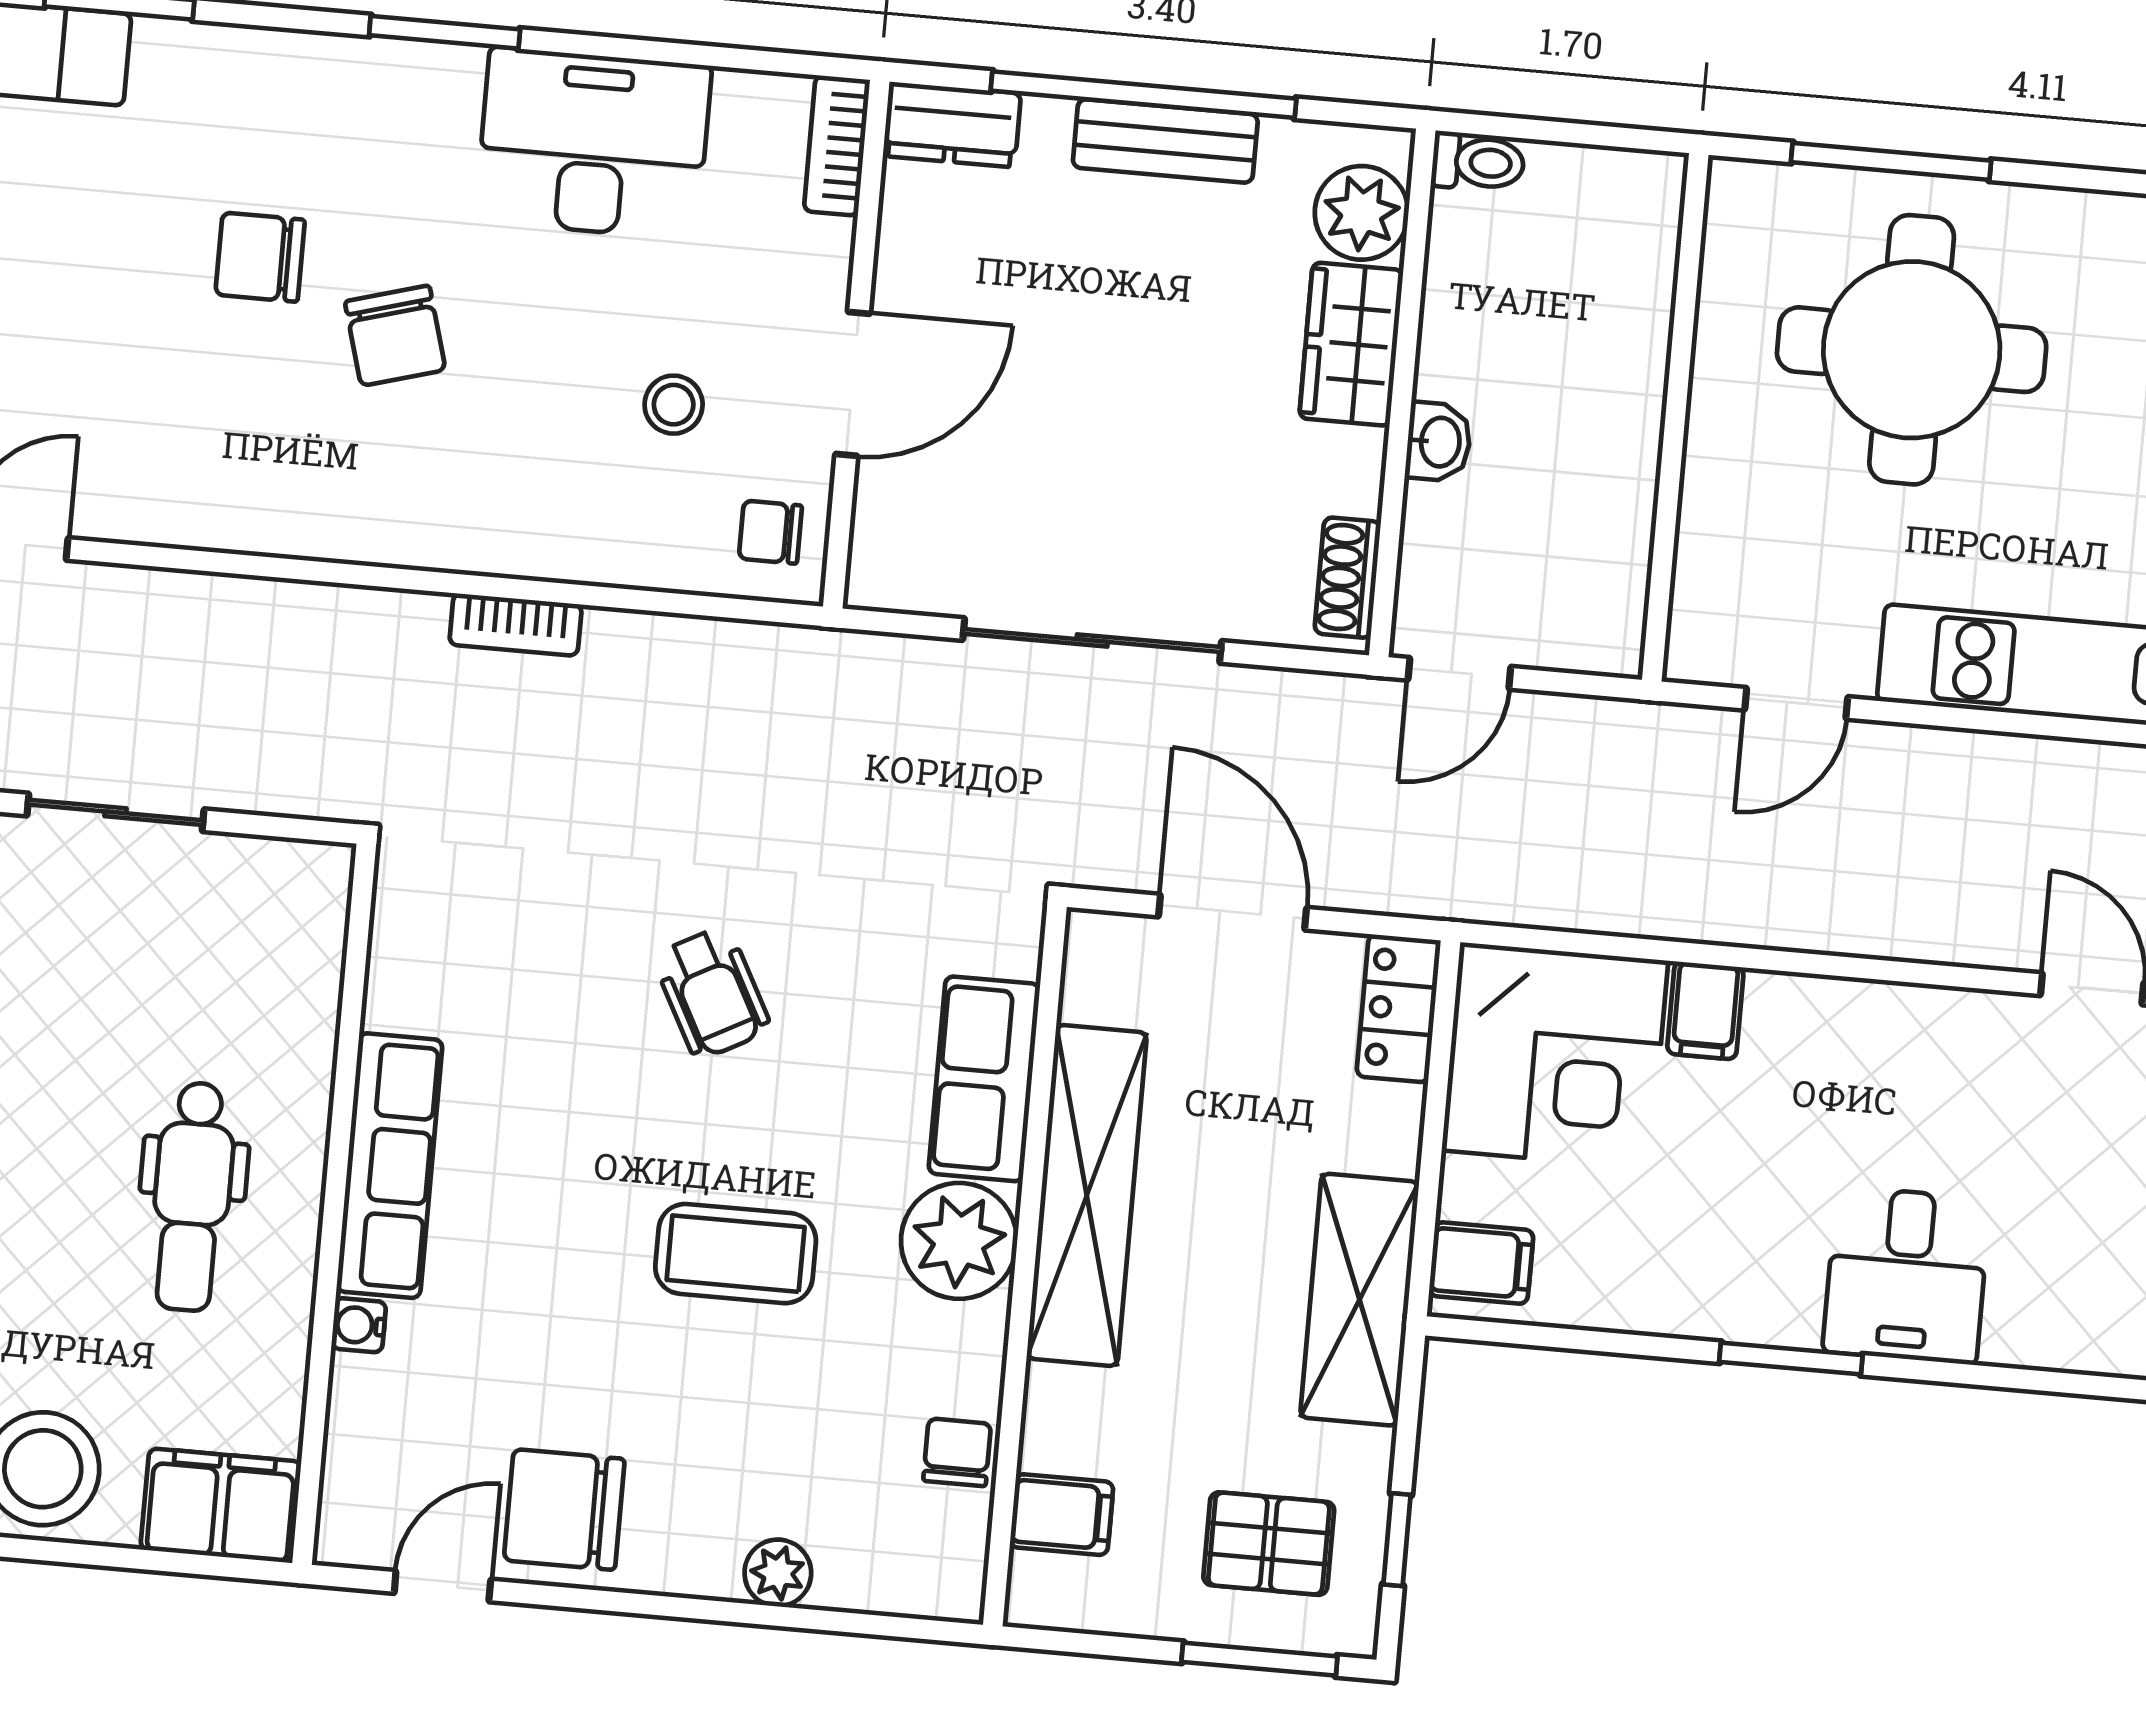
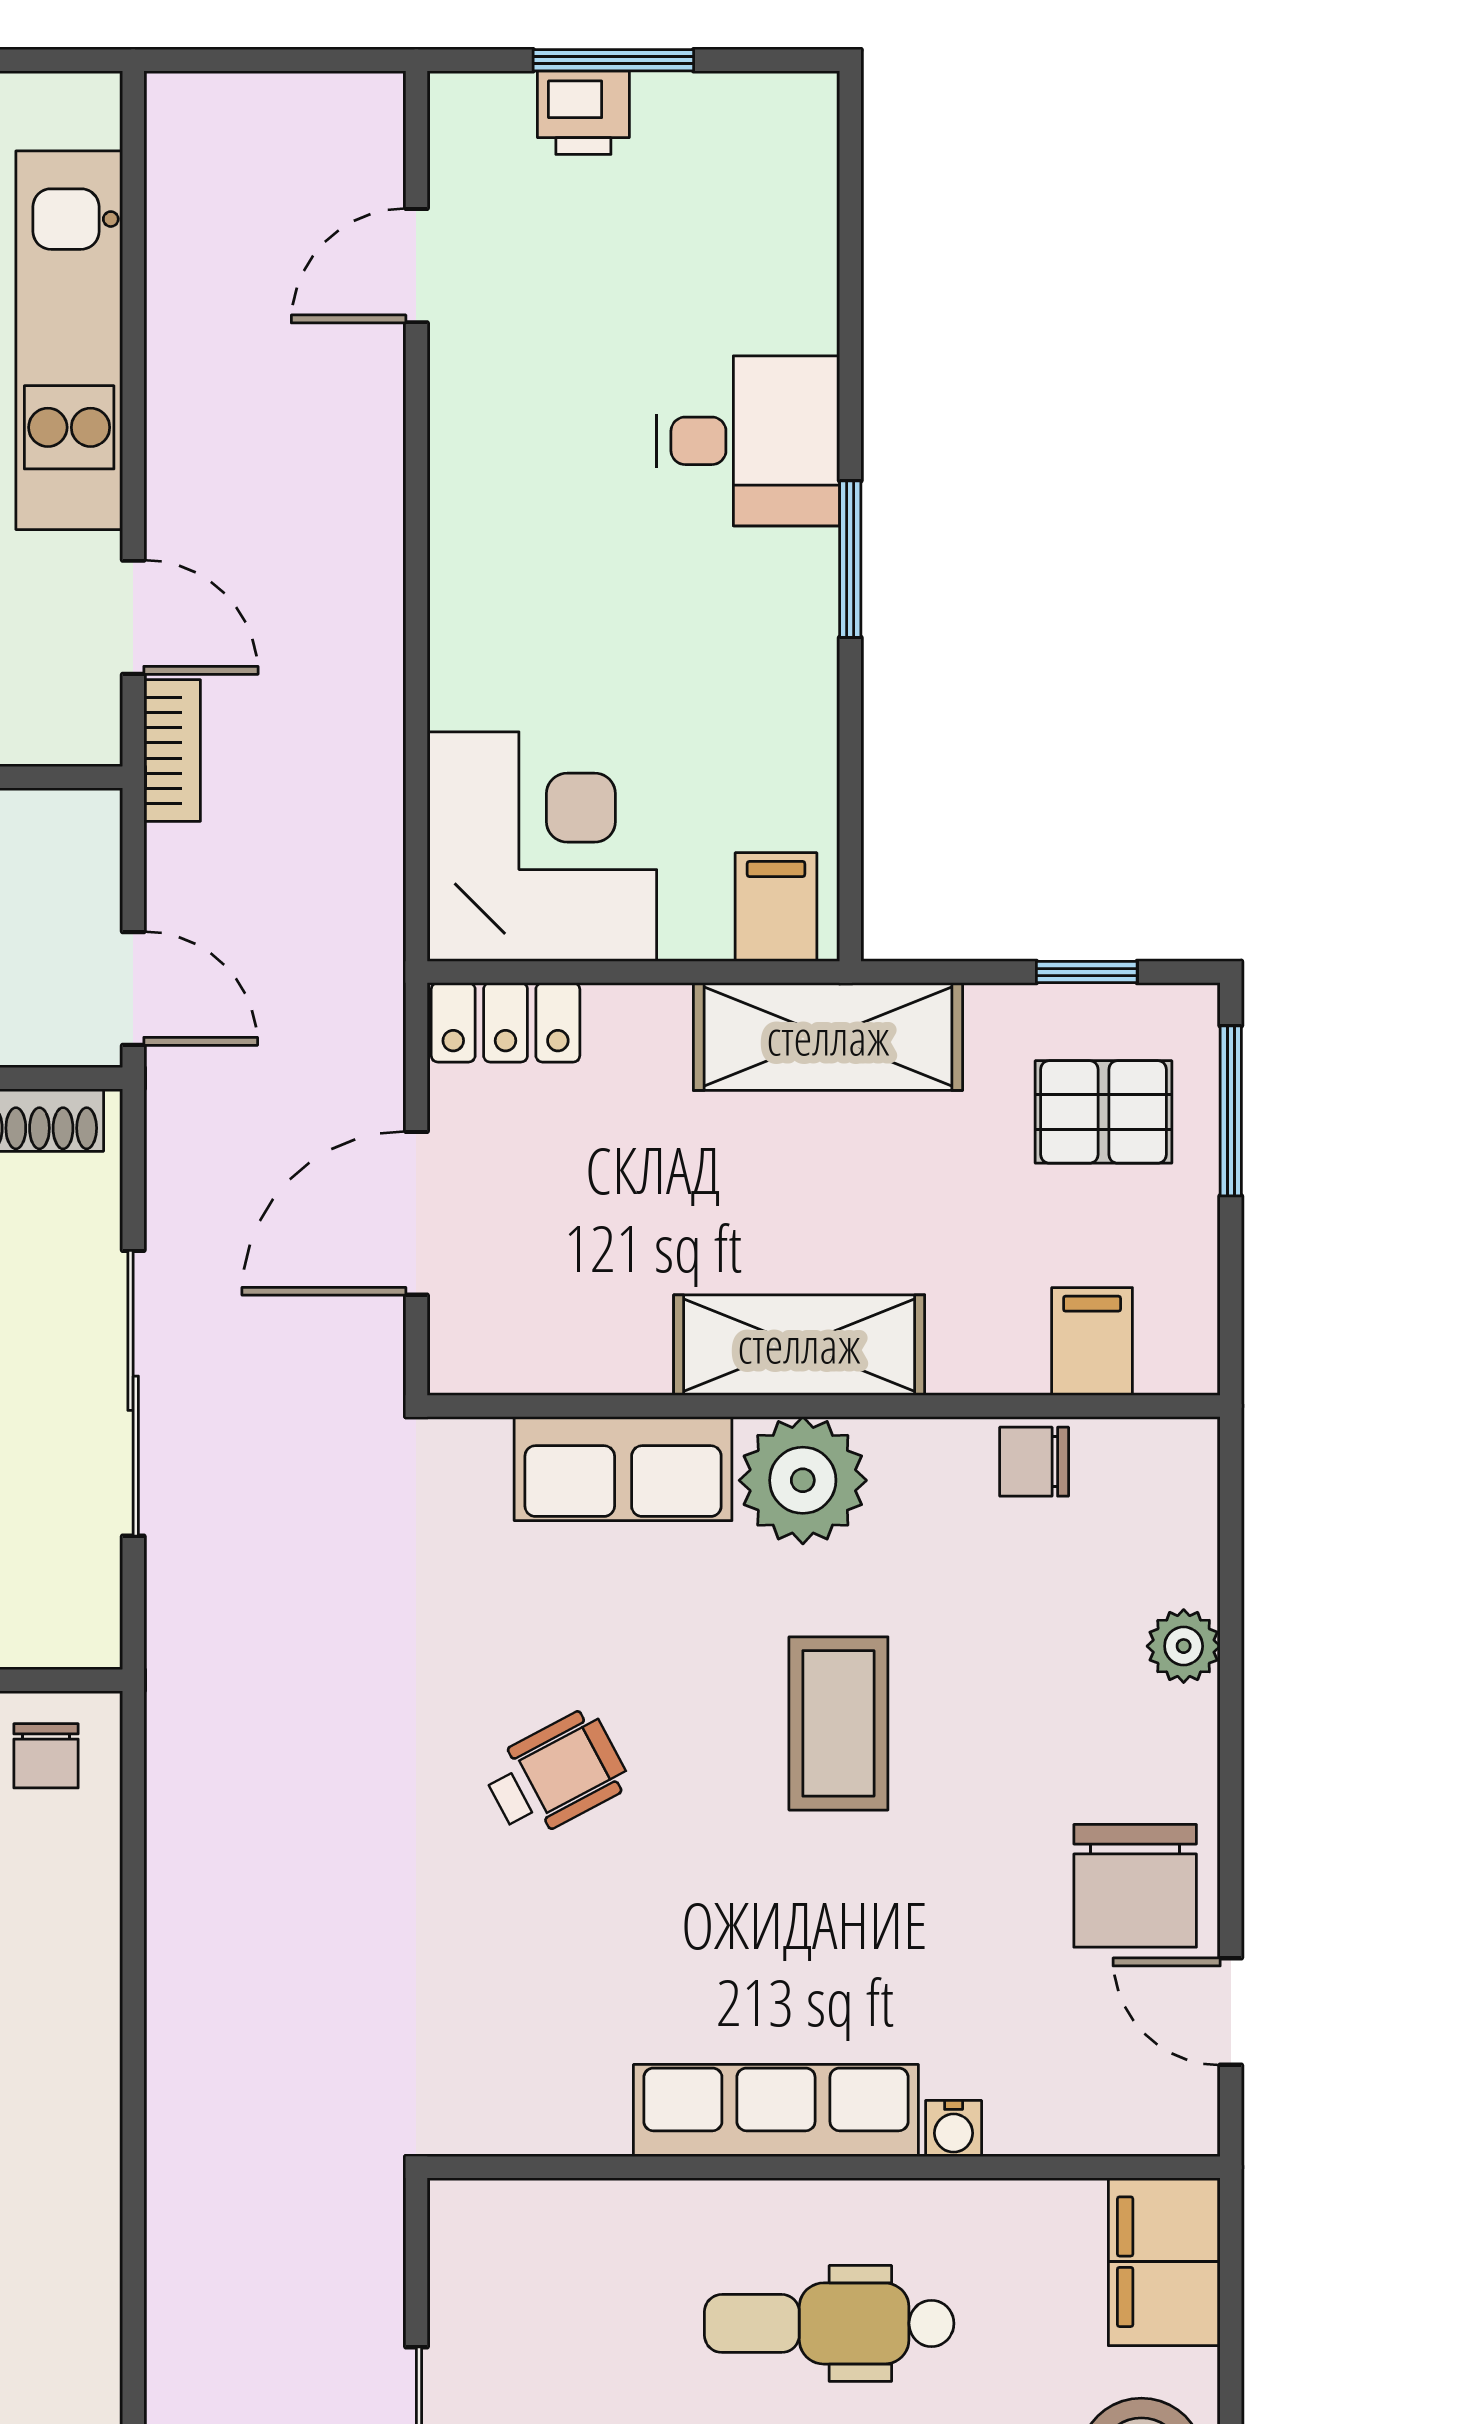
bookcase: (516, 625) -> (172, 750), moved
filing cabinet: (1705, 1010) -> (478, 687), removed
shelving: (1087, 1195) -> (799, 1345), width x0.68
dental chair: (192, 1197) -> (829, 2323), turned 180
pallet: (1269, 1544) -> (1104, 1112), turned 90

